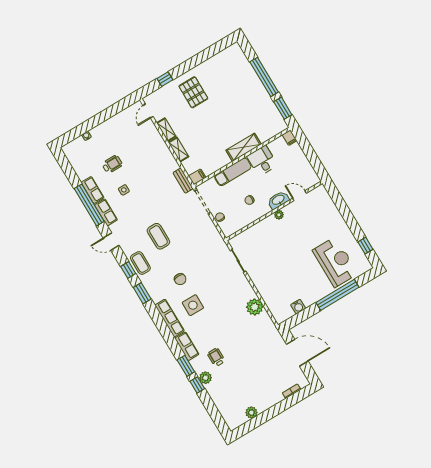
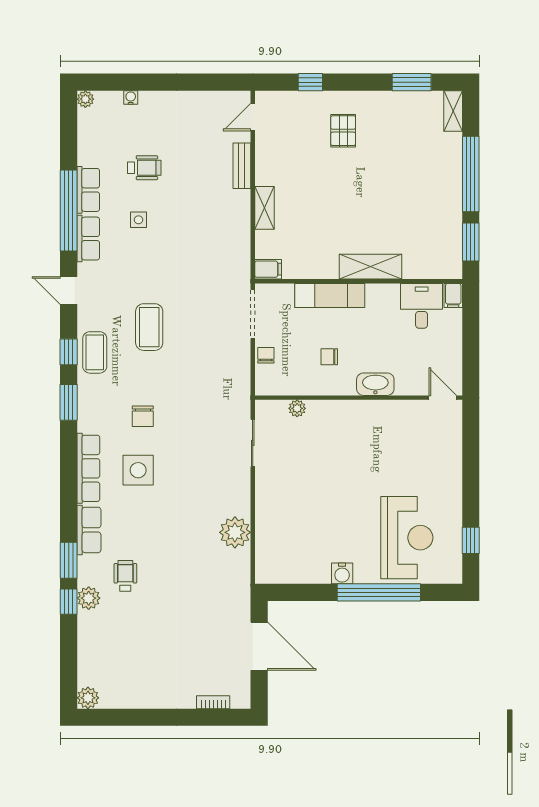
window: (212, 51) -> (412, 82), added
pallet: (193, 92) -> (343, 131), width x0.67, depth x0.71
shelving: (166, 130) -> (453, 111), moved
plant: (66, 149) -> (85, 99), added
desk: (262, 161) -> (422, 306), moved
bench: (183, 181) -> (242, 166), moved
door: (300, 196) -> (443, 398), moved
plant: (279, 215) -> (297, 408), moved
water cooler: (298, 307) -> (342, 573), moved
plant: (251, 413) -> (88, 698), moved

